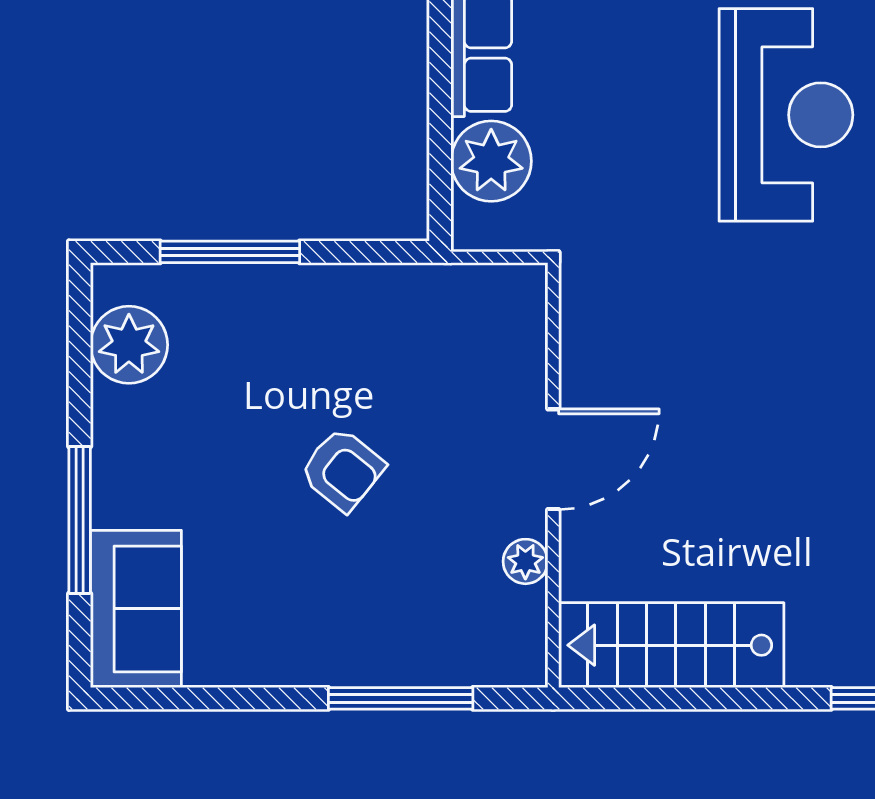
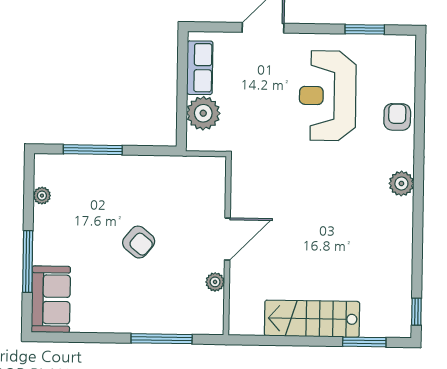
reception desk: (786, 115) -> (328, 96), turned 180
plant: (129, 345) -> (42, 196), width x0.53, depth x0.53
stairs: (671, 645) -> (312, 319), moved

